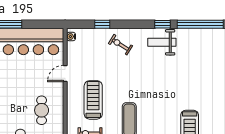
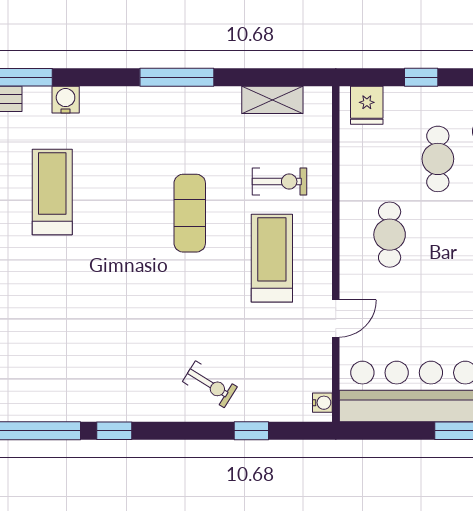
weight bench: (162, 42) -> (116, 390), removed
treadmill: (93, 100) -> (272, 258), turned 180

